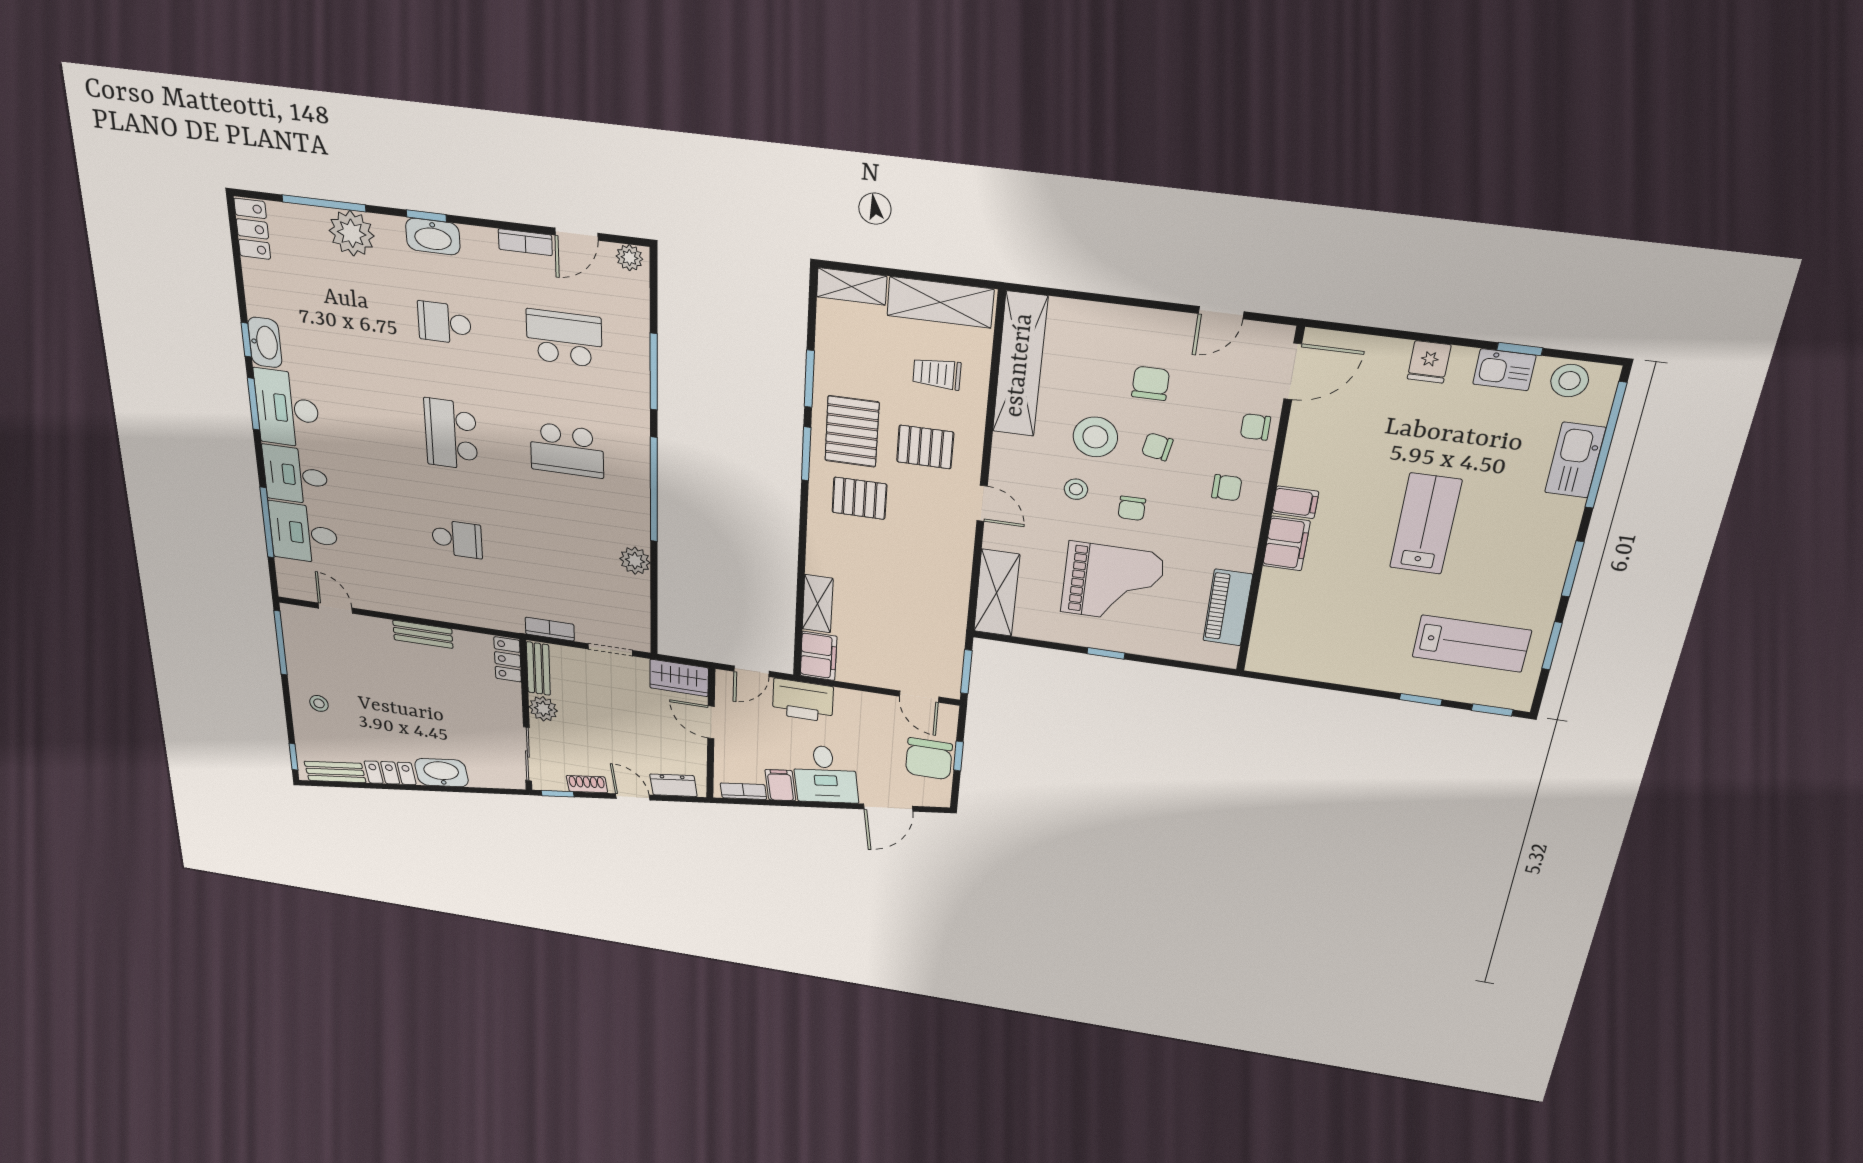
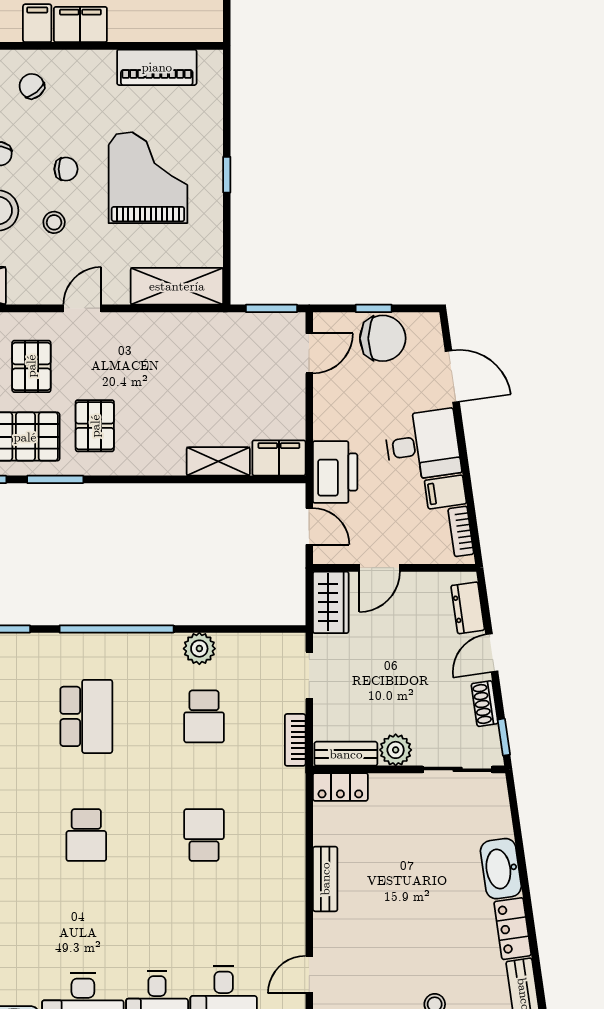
school desk: (451, 434) -> (86, 835), width x0.54
chair: (1227, 488) -> (32, 86), turned -39
school desk: (570, 555) -> (204, 716), added

